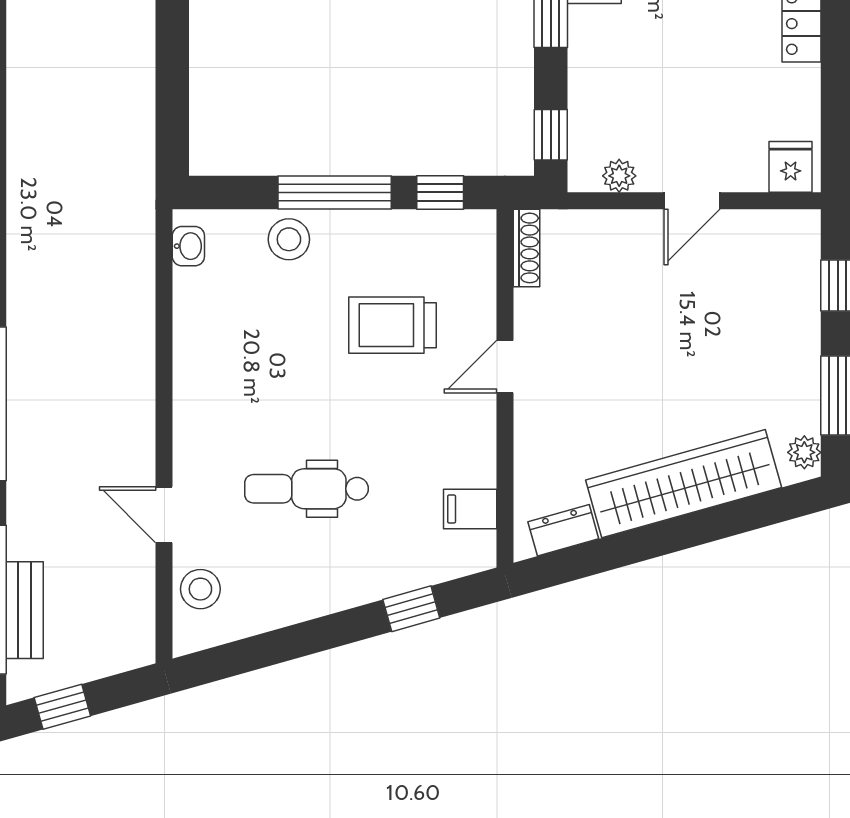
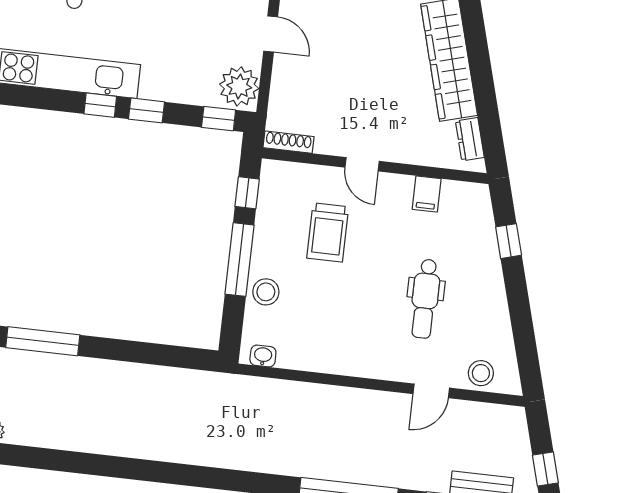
plant: (619, 176) -> (239, 86), width x1.87, depth x1.87
filing cabinet: (470, 509) -> (427, 194), moved

